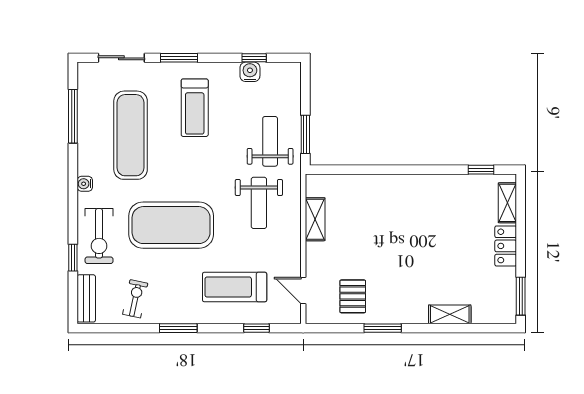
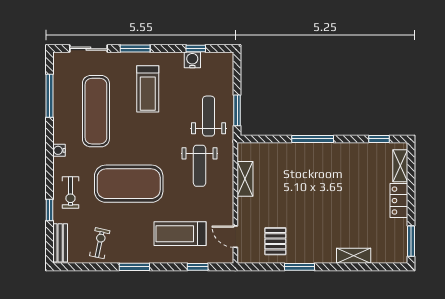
window: (399, 170) -> (313, 139), added
exercise bike: (99, 236) -> (70, 193), width x0.73, depth x0.72

